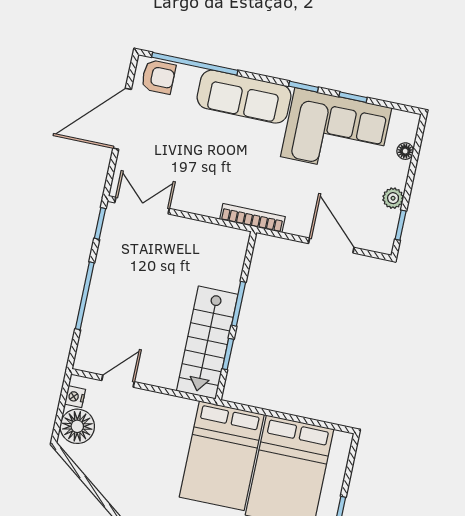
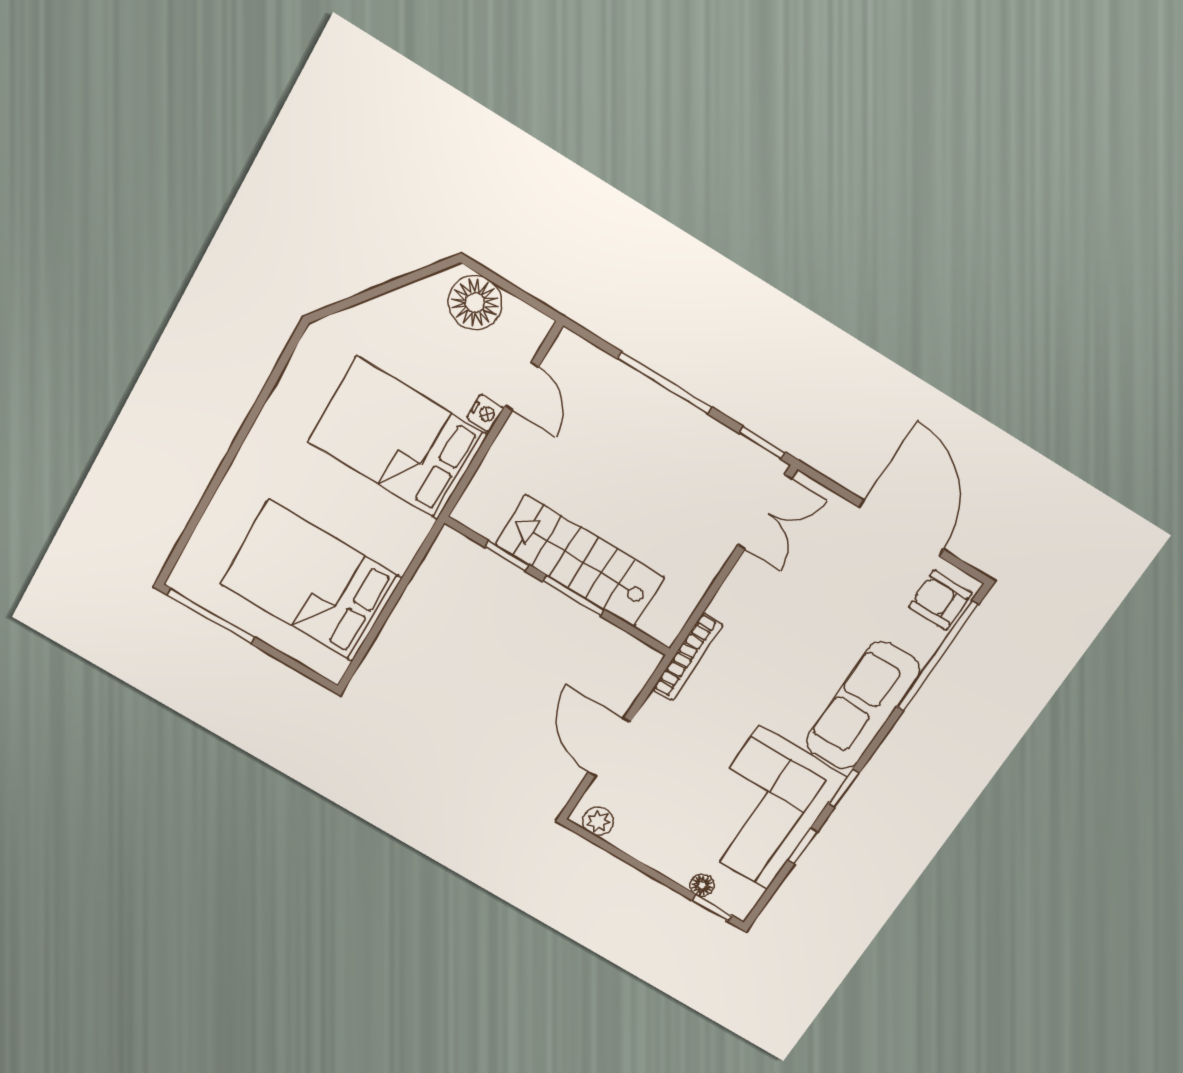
armchair: (158, 77) -> (940, 600), turned 90
plant: (393, 198) -> (598, 821), moved
window: (401, 225) -> (712, 908), moved
door: (331, 245) -> (609, 747), swing flipped
stairs: (207, 343) -> (580, 561), moved
nightstand: (75, 397) -> (485, 413), moved, turned 90
bed: (222, 456) -> (398, 438), moved

